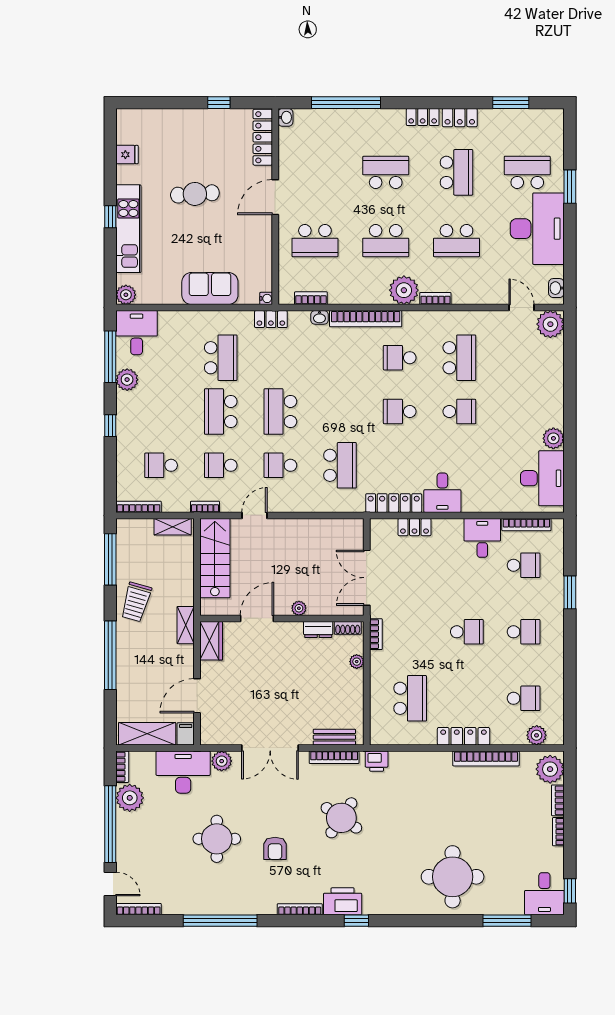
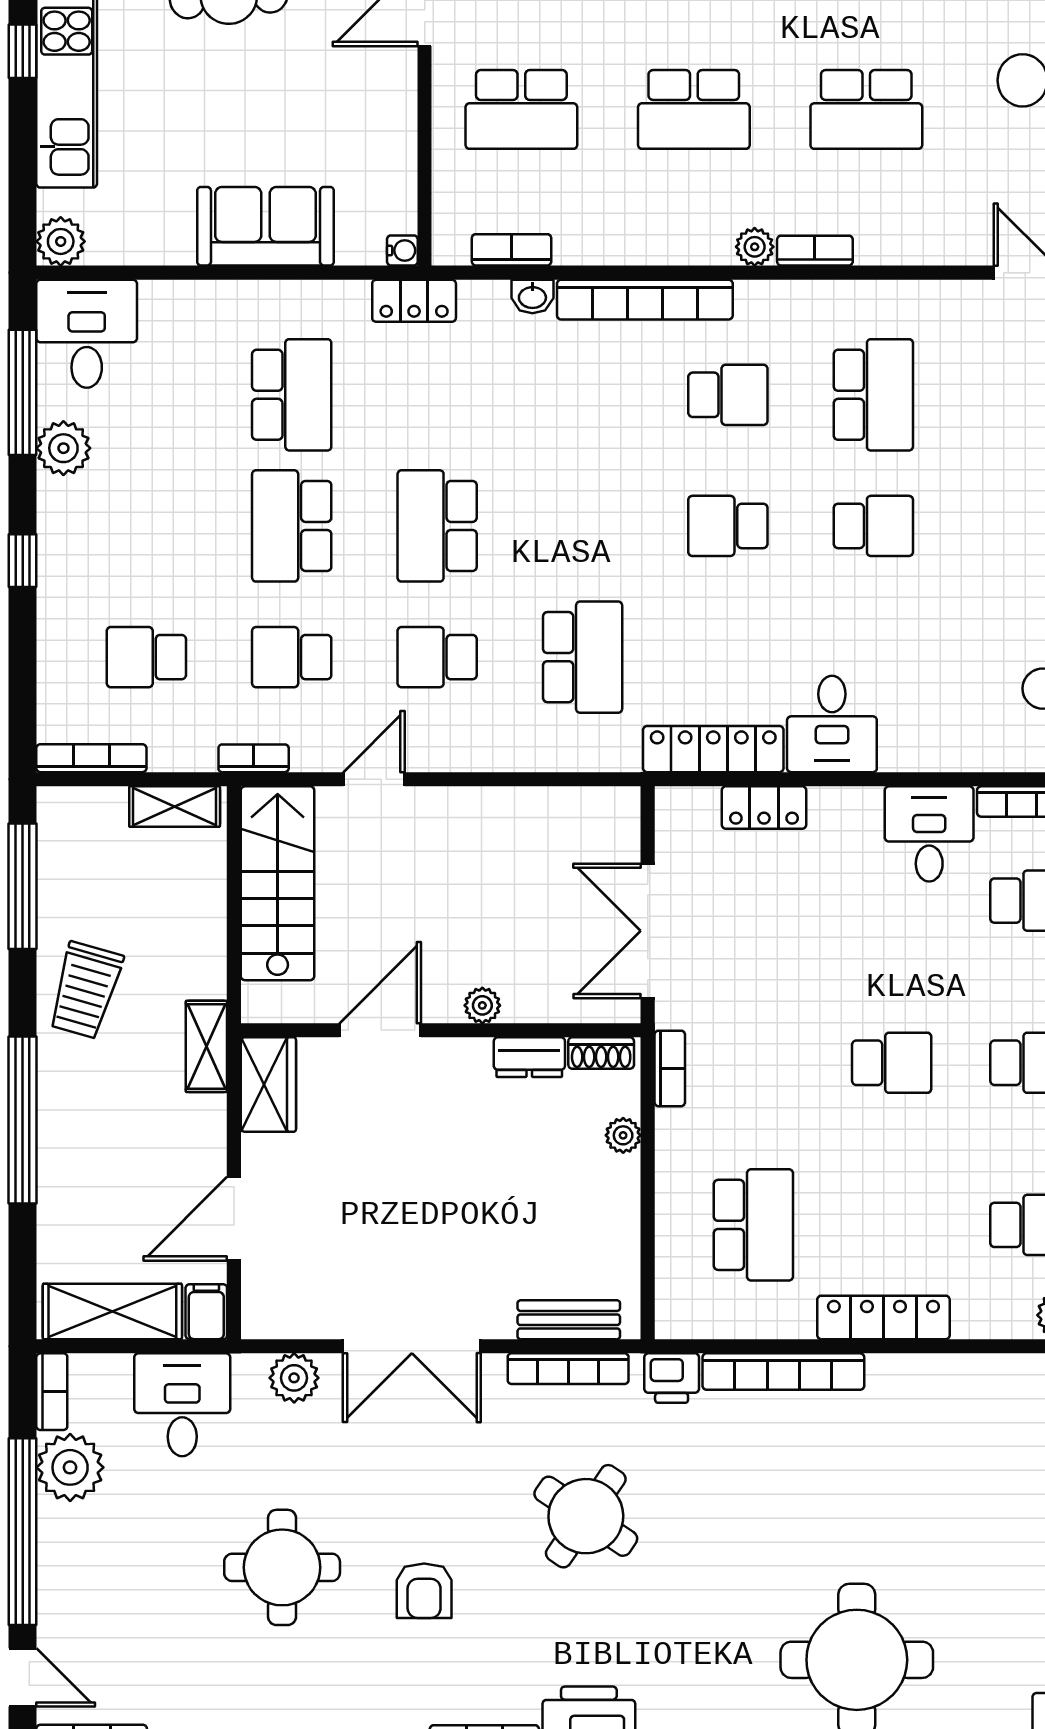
plant: (404, 290) -> (755, 247), width x0.53, depth x0.53
school desk: (400, 358) -> (728, 395), turned 180
bookcase: (486, 758) -> (783, 1372), moved
desk: (183, 772) -> (182, 1405), width x0.73

